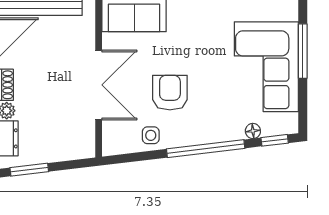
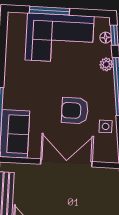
floor lamp: (253, 131) -> (106, 38), moved
plant: (235, 132) -> (106, 64), added

